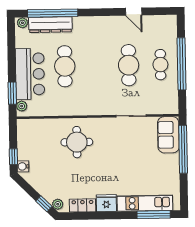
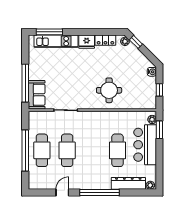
door: (134, 12) -> (62, 193), hinge flipped
window: (53, 13) -> (99, 193), moved
cafe table: (160, 65) -> (42, 150), width x1.37, depth x1.35
window: (13, 157) -> (159, 90), moved

